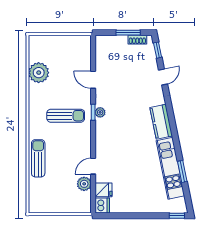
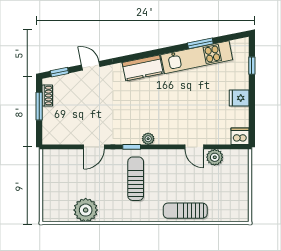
plant: (100, 112) -> (148, 139), moved
fridge: (103, 190) -> (239, 98), moved, turned -90
window: (177, 216) -> (252, 66), moved

